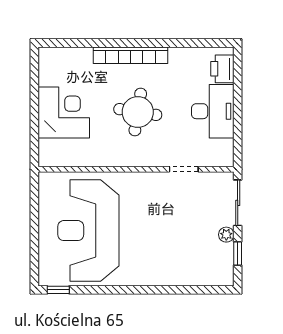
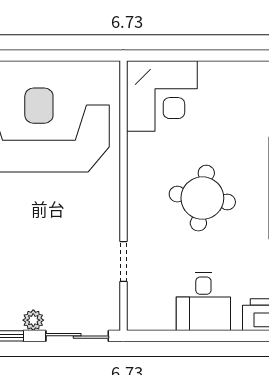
desk: (213, 111) -> (203, 301), width x0.73
corner desk: (64, 112) -> (162, 96), moved

